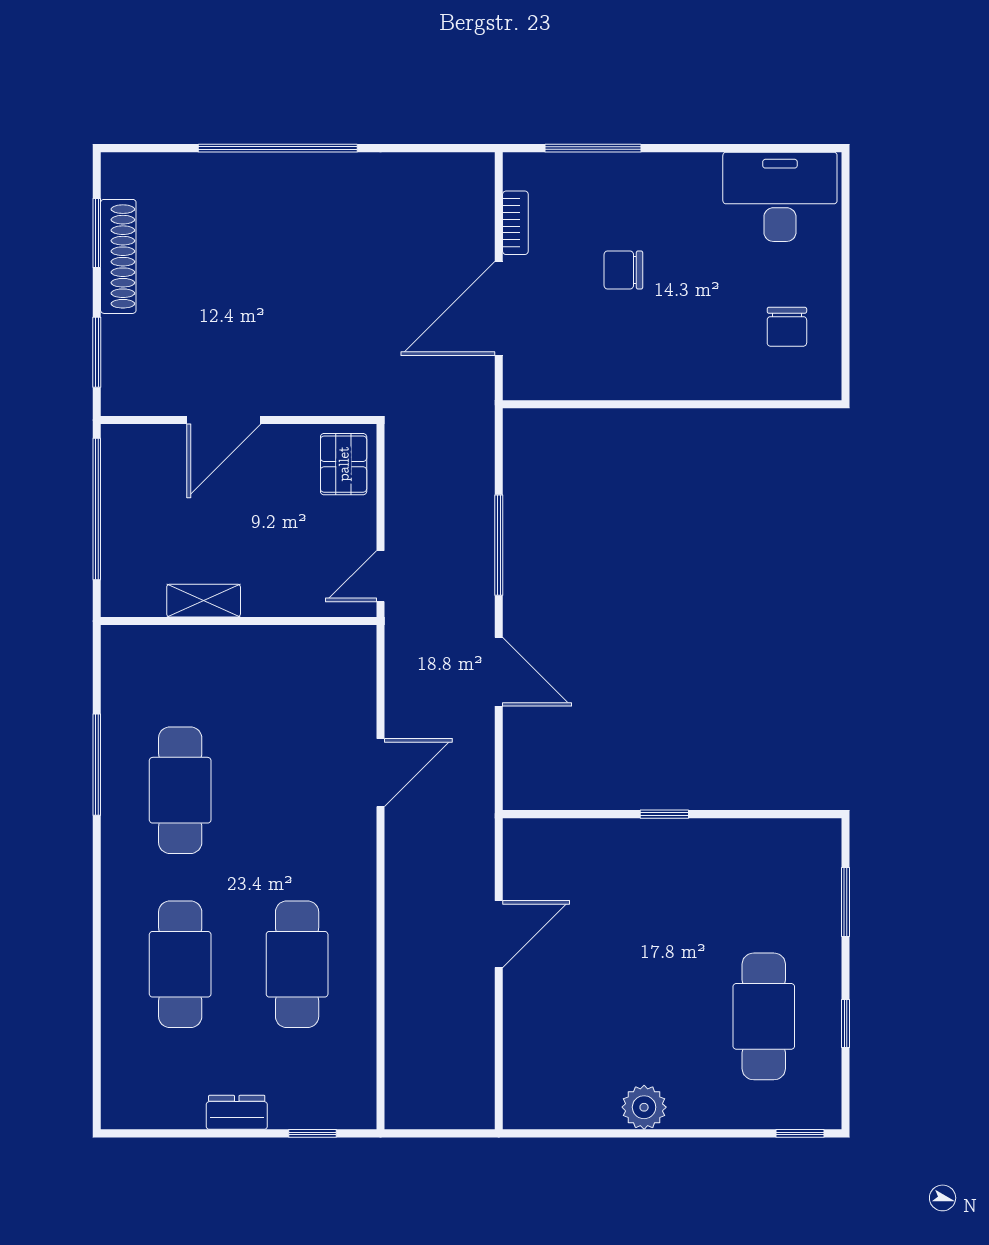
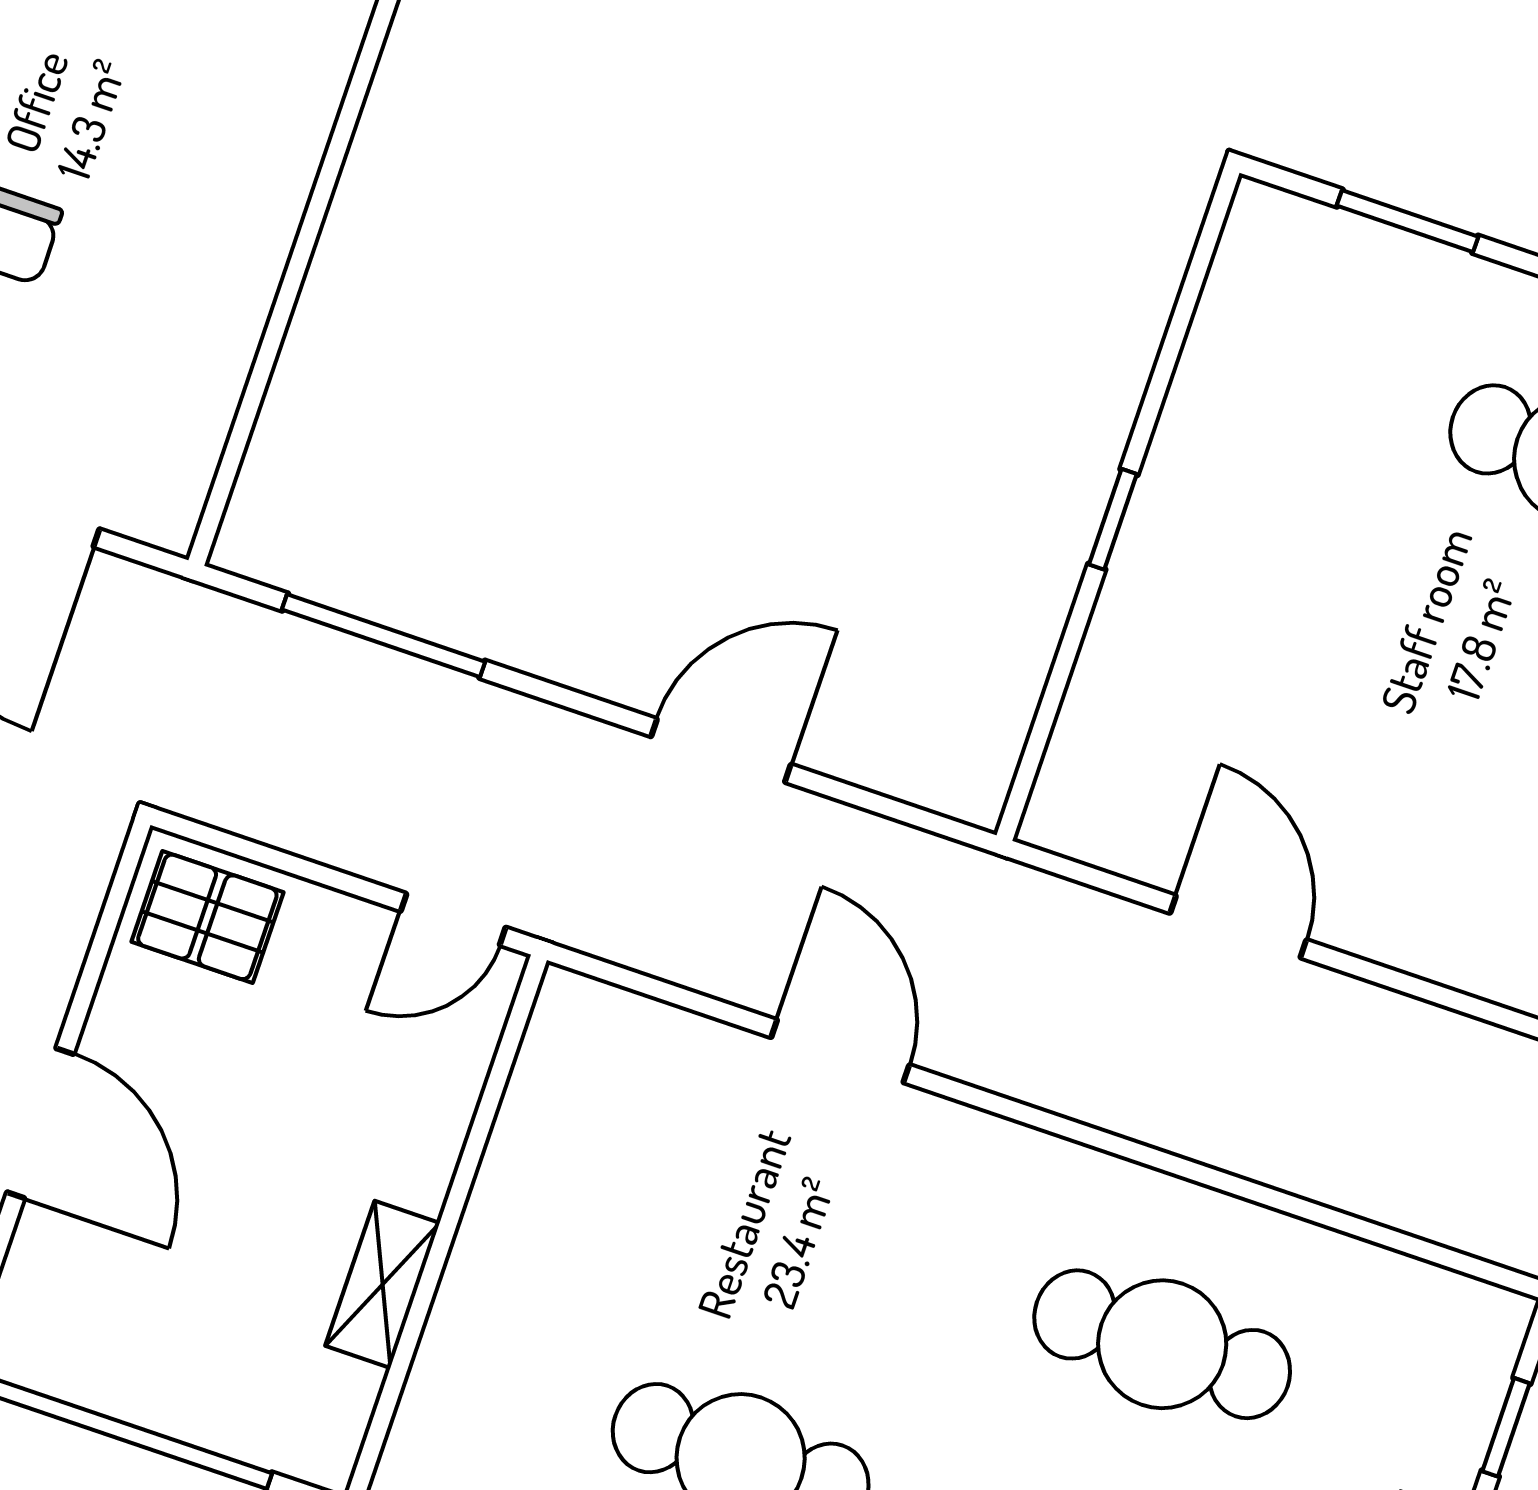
window: (499, 545) -> (384, 636), moved
door: (380, 576) -> (453, 919), hinge flipped

